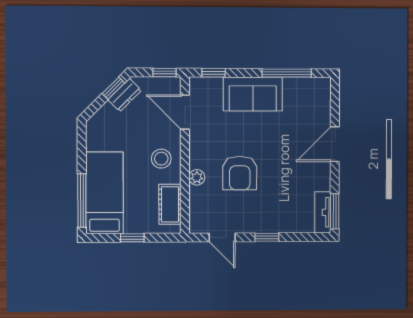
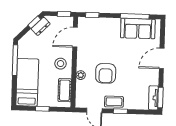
sofa: (253, 94) -> (138, 29), moved
door: (185, 112) -> (75, 37), hinge flipped
window: (82, 200) -> (15, 60), moved
coffee table: (255, 221) -> (114, 102), added

